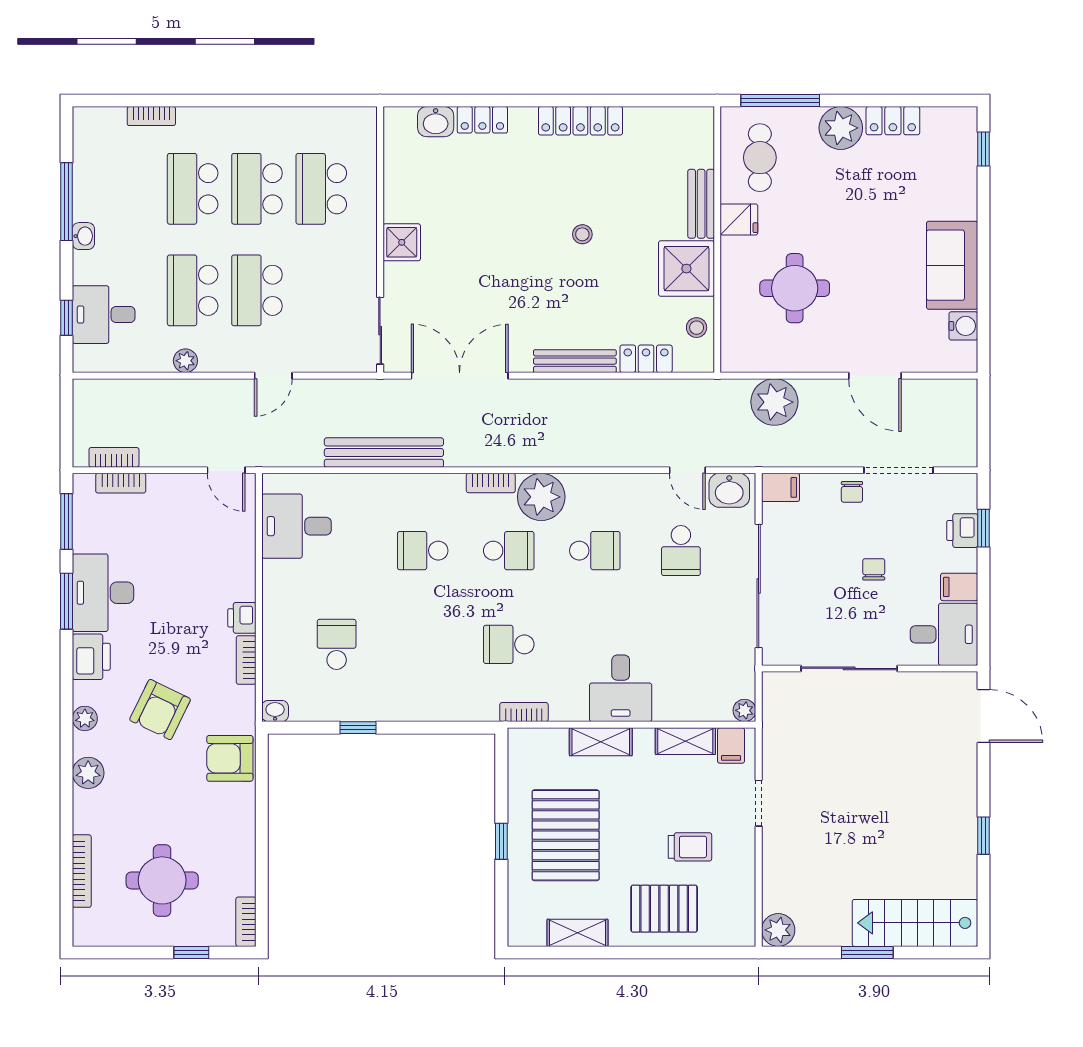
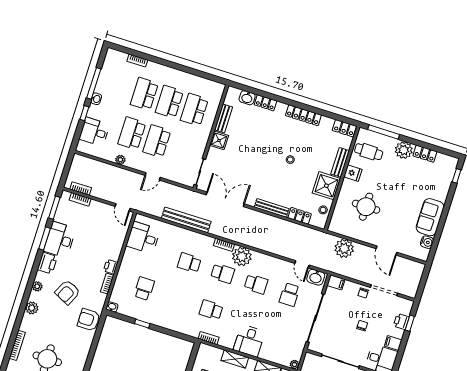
locker: (686, 121) -> (344, 128), added
cafe table: (760, 158) -> (369, 152), turned 90
bench: (396, 188) -> (223, 118), added
window: (67, 318) -> (84, 113), moved

